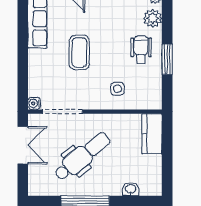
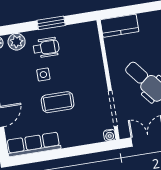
wheelchair: (141, 50) -> (46, 48), turned 180
side table: (118, 89) -> (43, 75), moved

